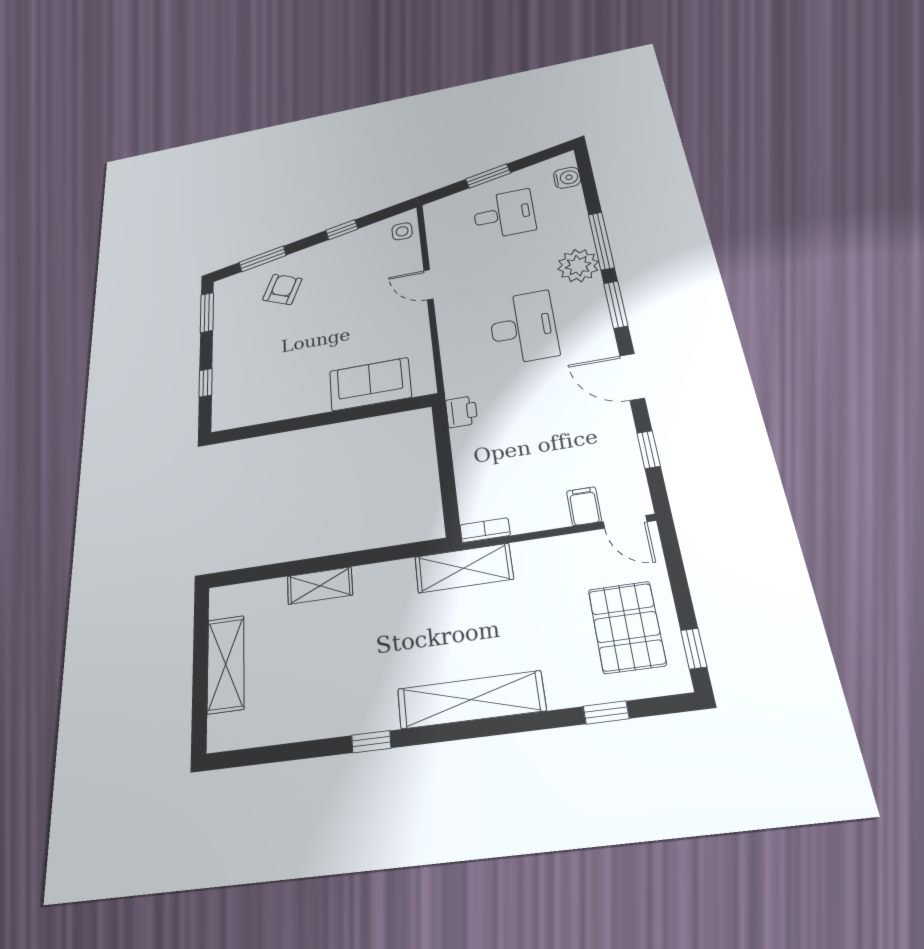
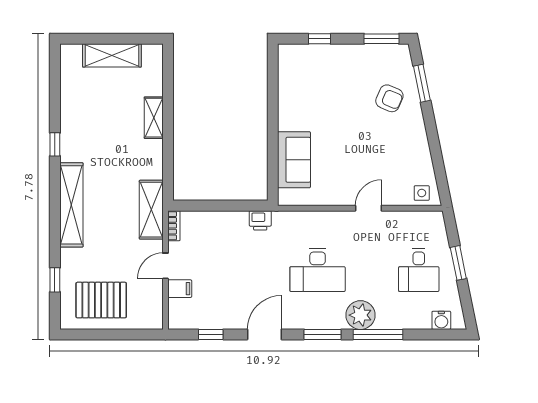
window: (342, 230) -> (435, 147), removed
door: (625, 522) -> (165, 266), moved
window: (694, 649) -> (84, 334), removed

